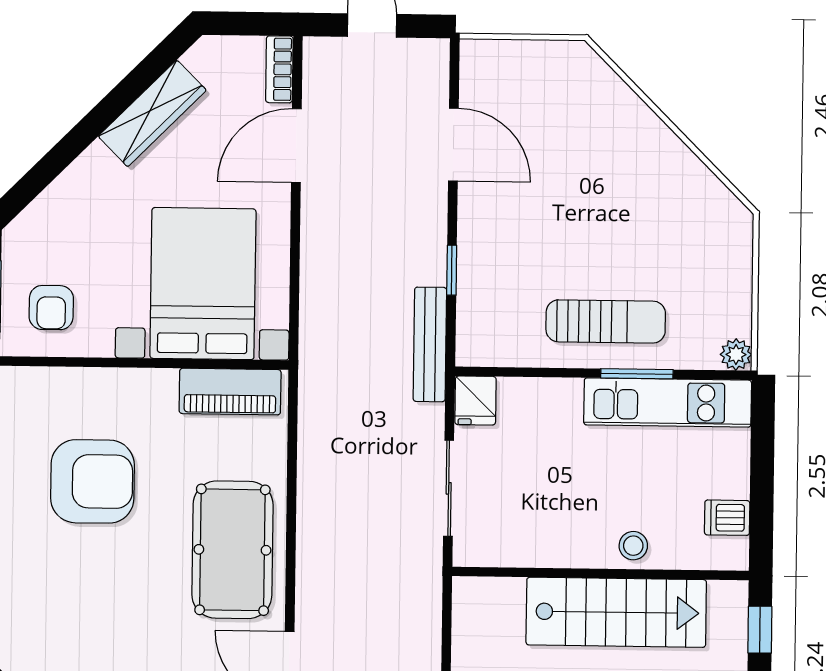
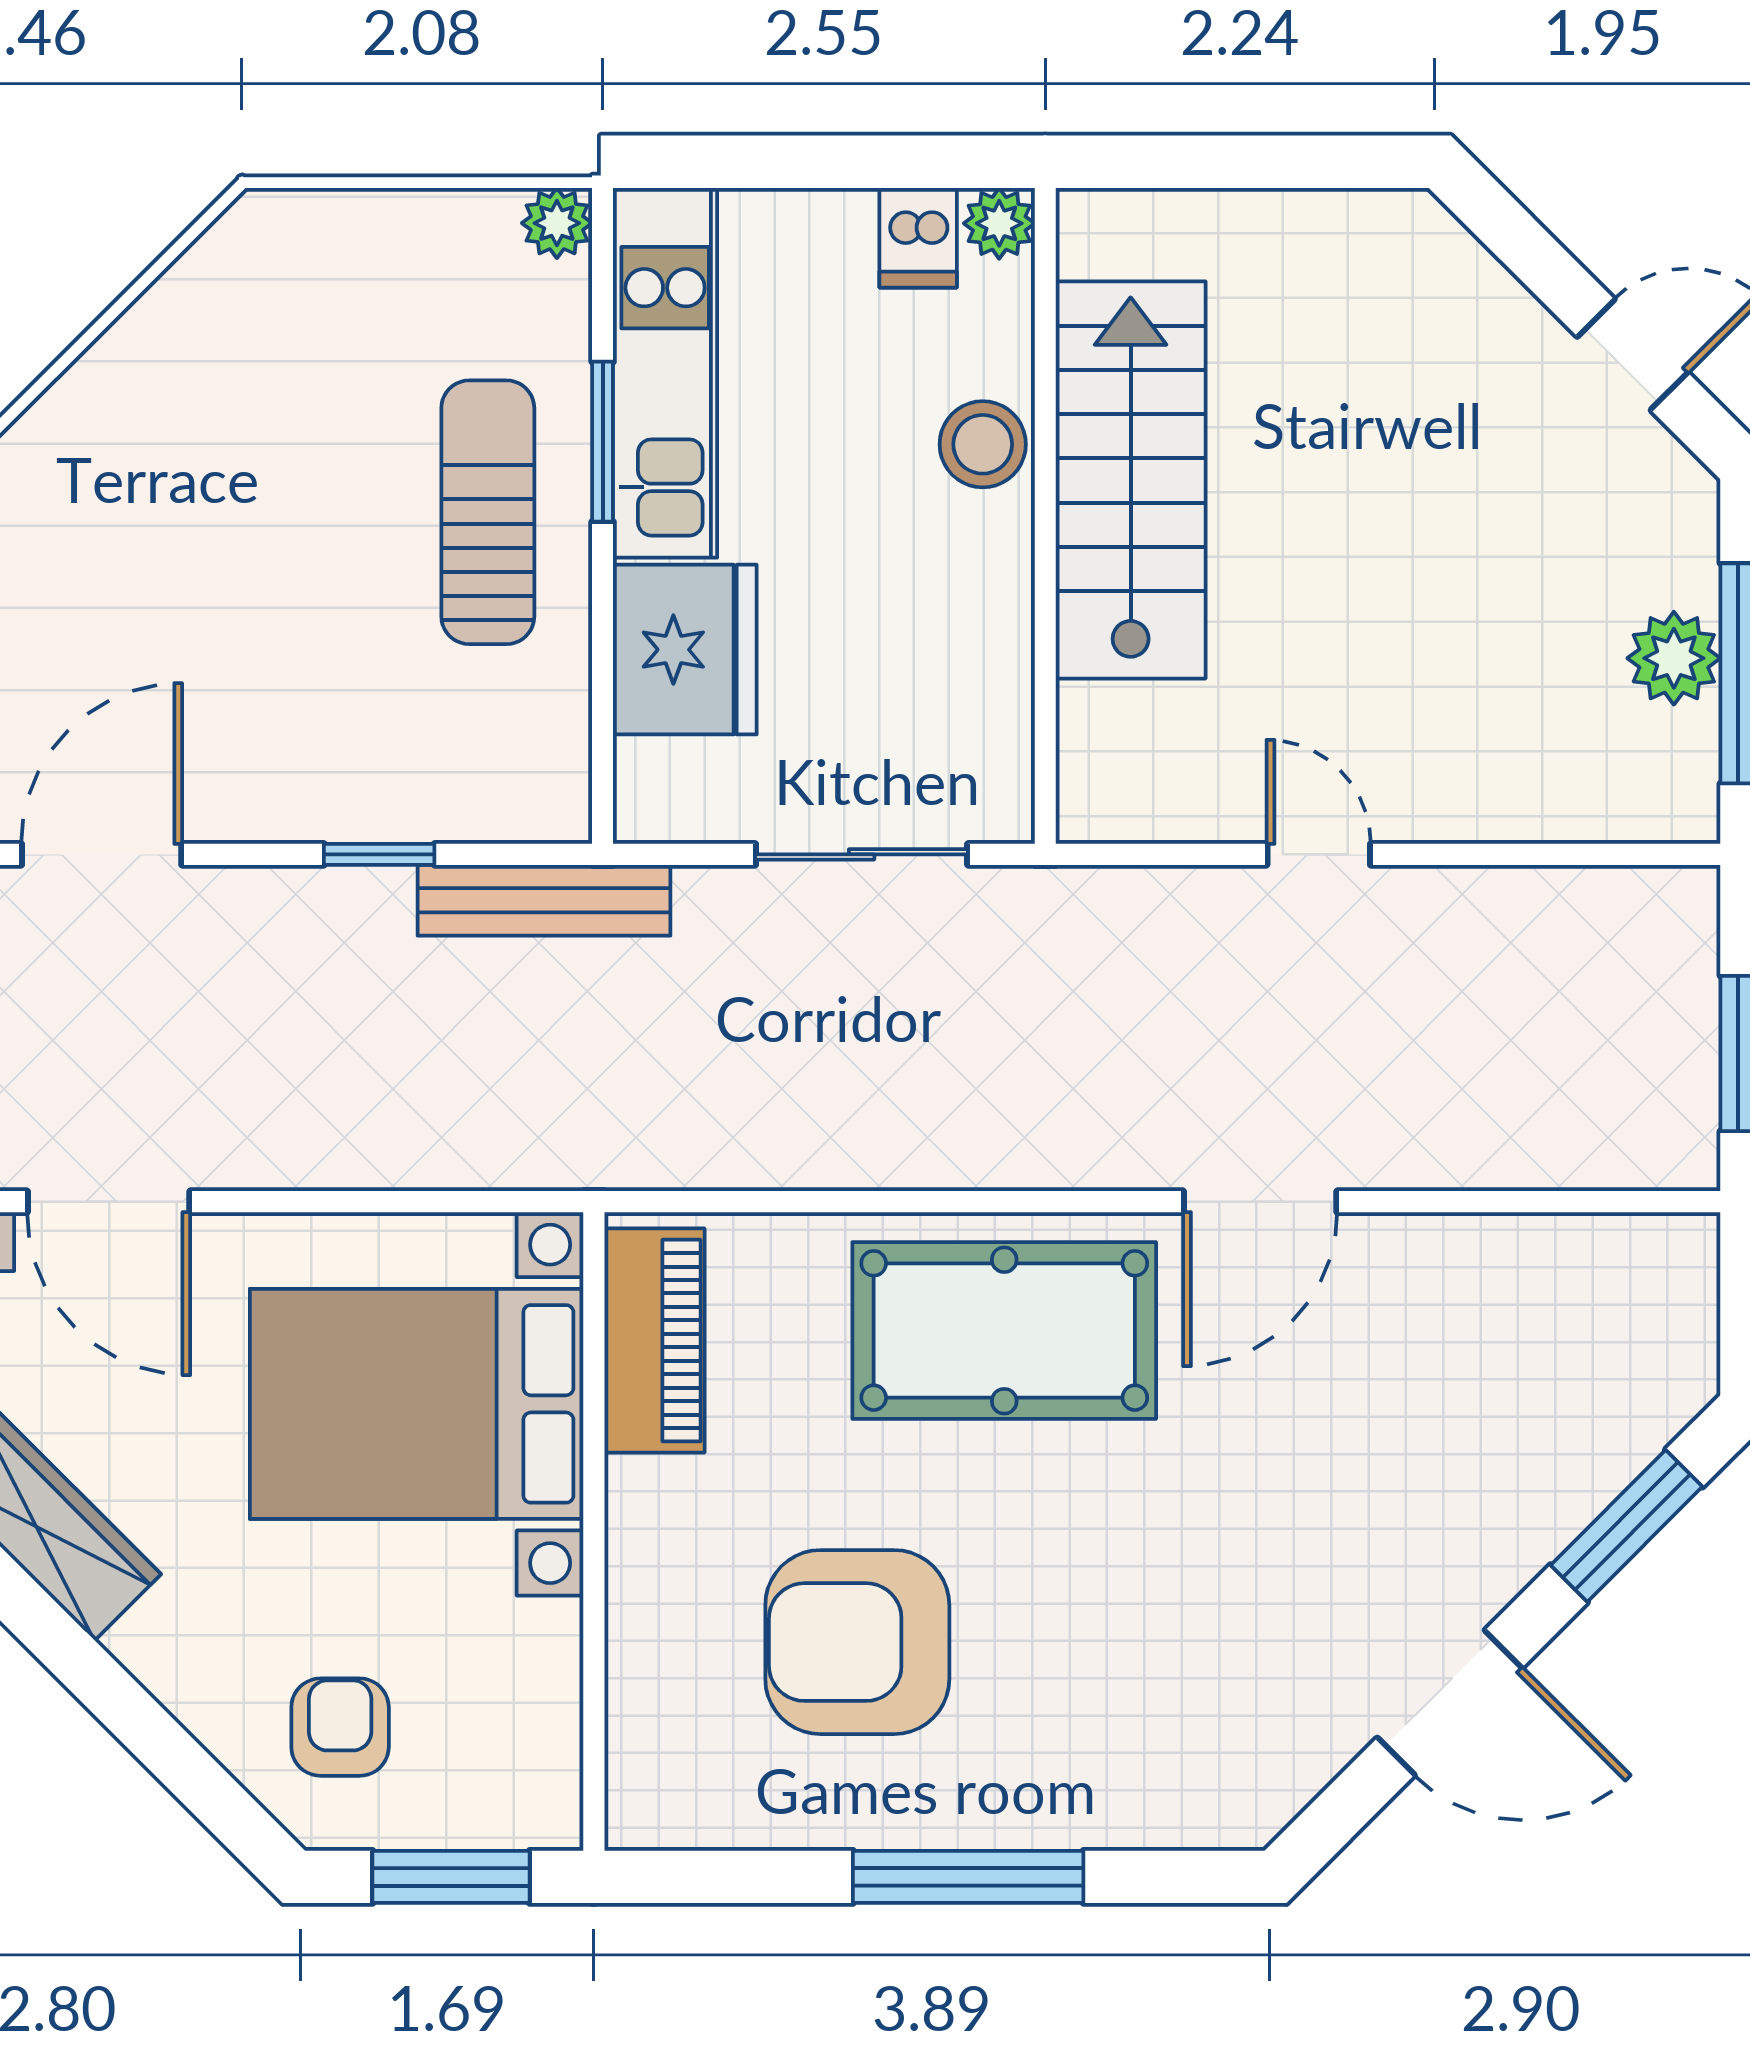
armchair: (51, 308) -> (340, 1727), moved, turned -90
fridge: (475, 401) -> (685, 650), moved, width x1.88, depth x1.34
armchair: (92, 481) -> (857, 1642), turned -90
stool: (633, 546) -> (983, 444), width x1.37, depth x1.37
plant: (733, 555) -> (999, 223), added
window: (760, 630) -> (1165, 162), removed

